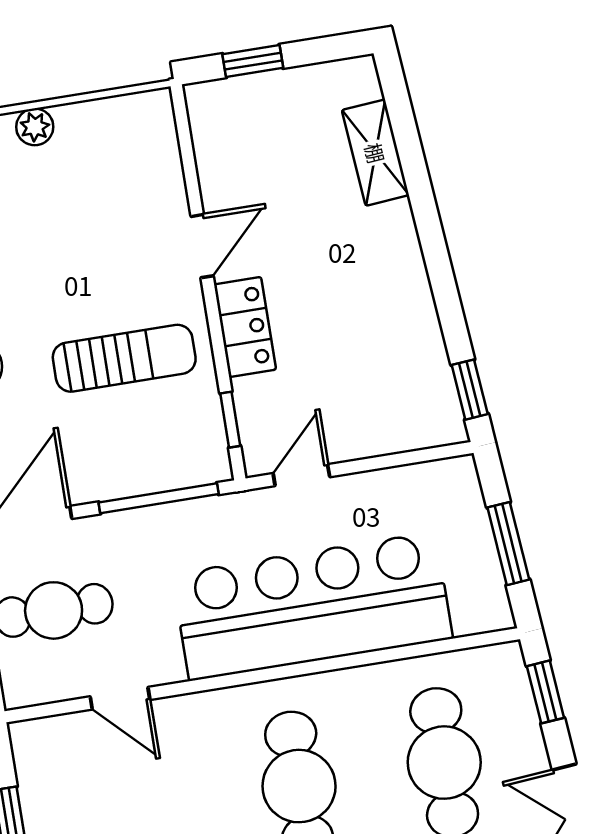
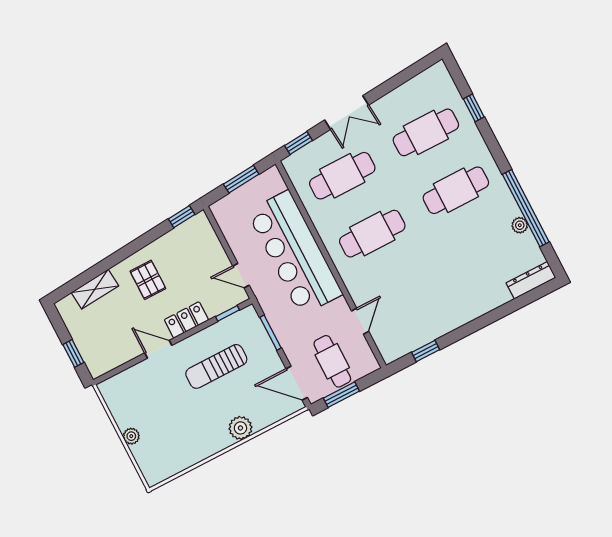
pallet: (358, 273) -> (148, 280), added
sun lounger: (124, 358) -> (216, 366), turned -90
window: (159, 498) -> (271, 333), width x0.69

